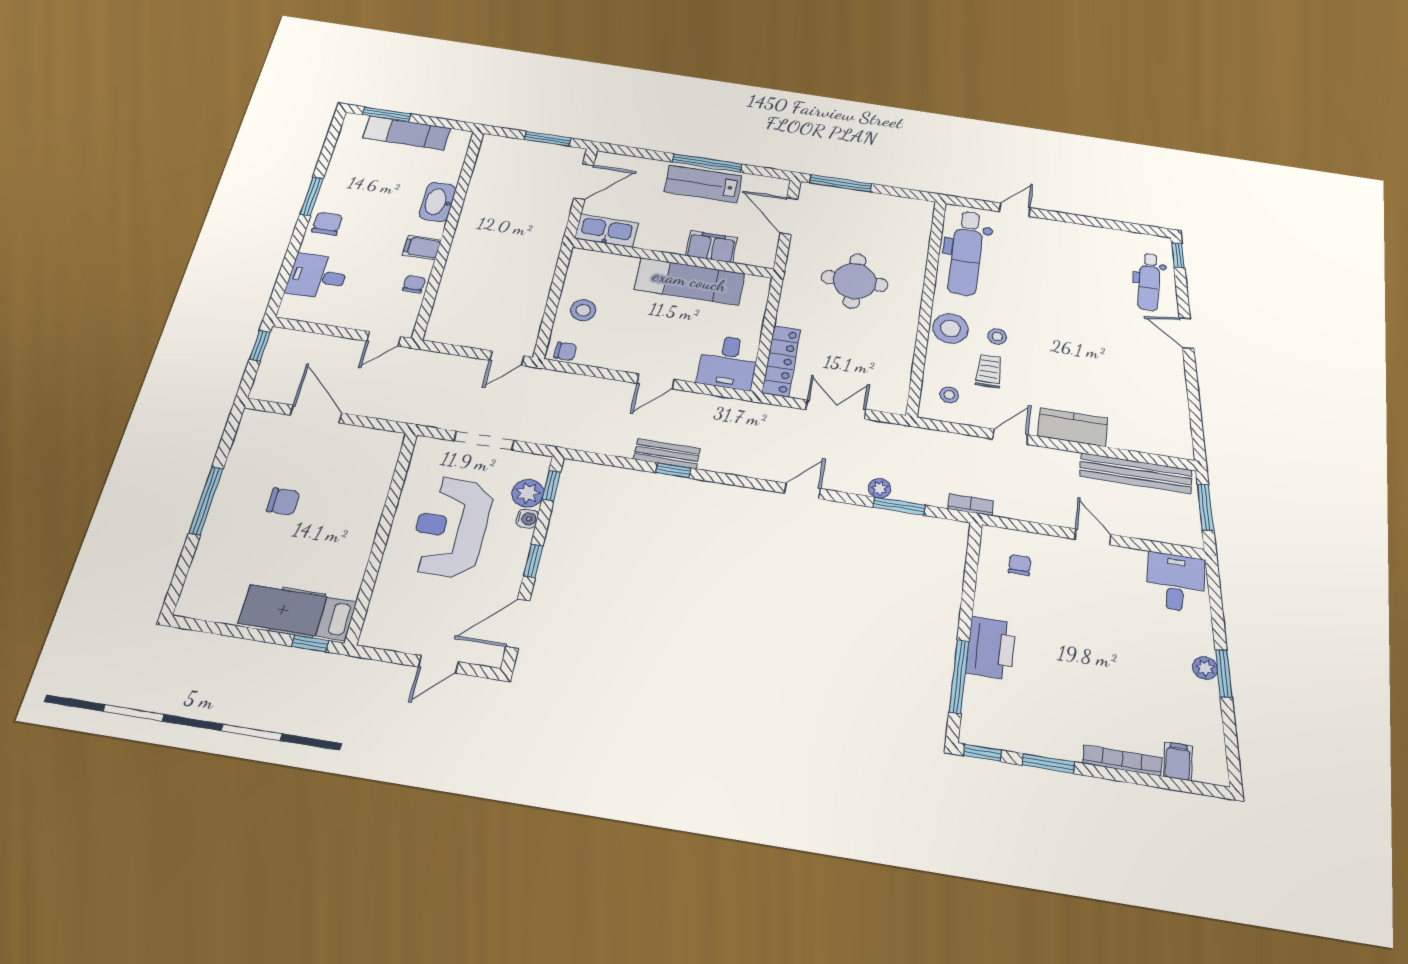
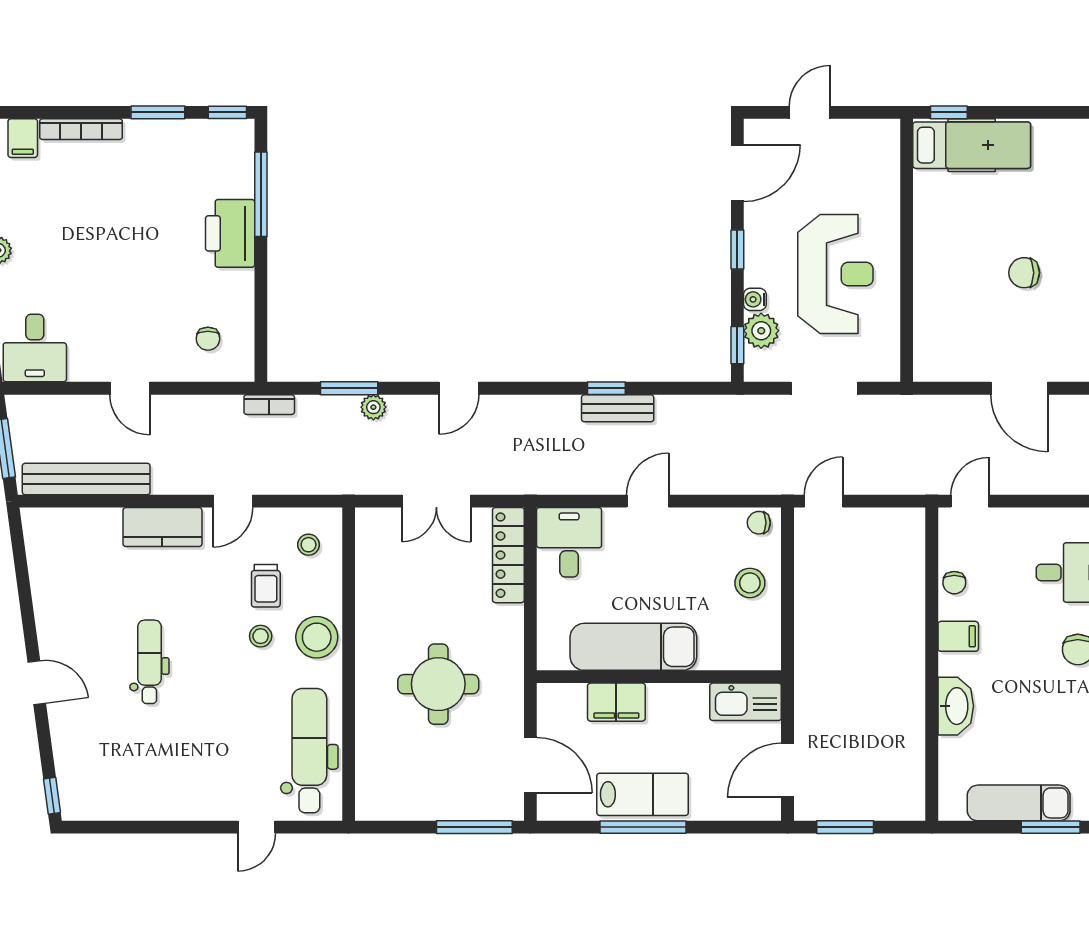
dental chair: (1149, 282) -> (149, 662), moved

